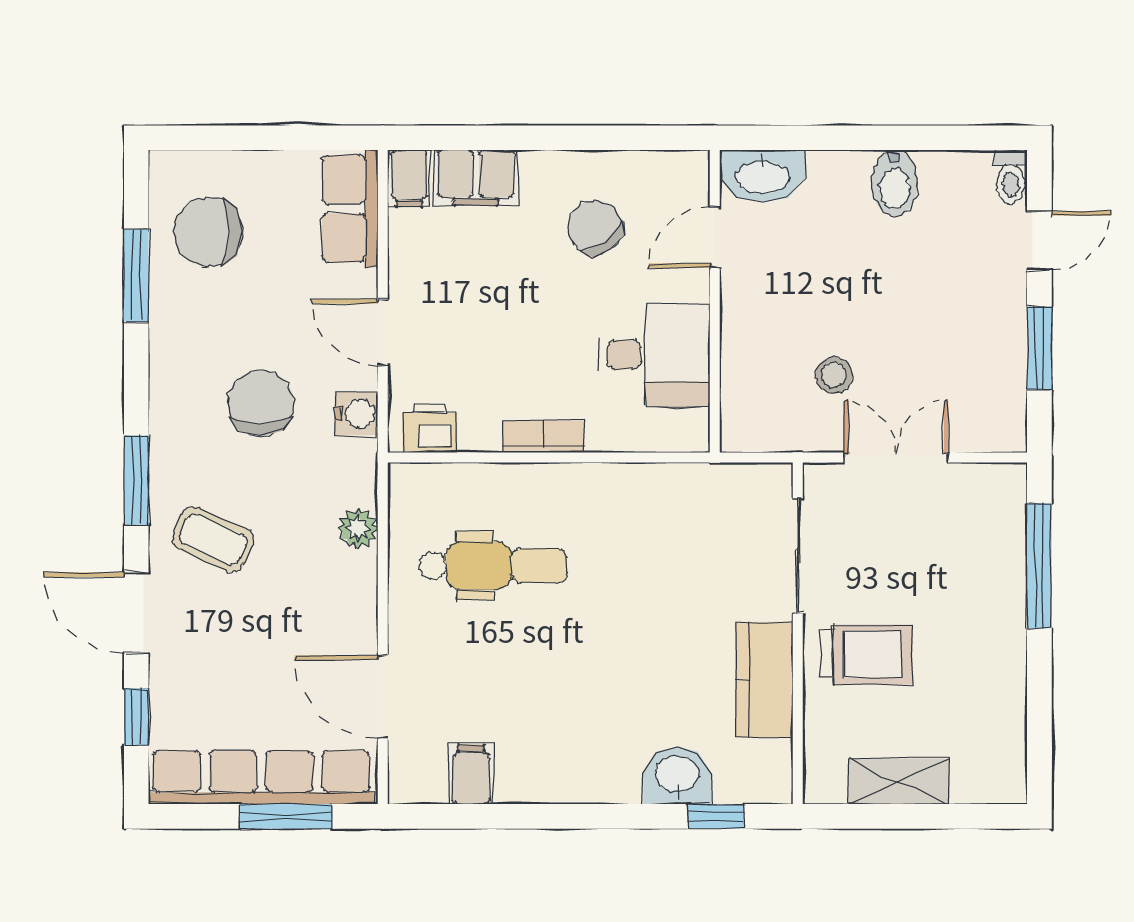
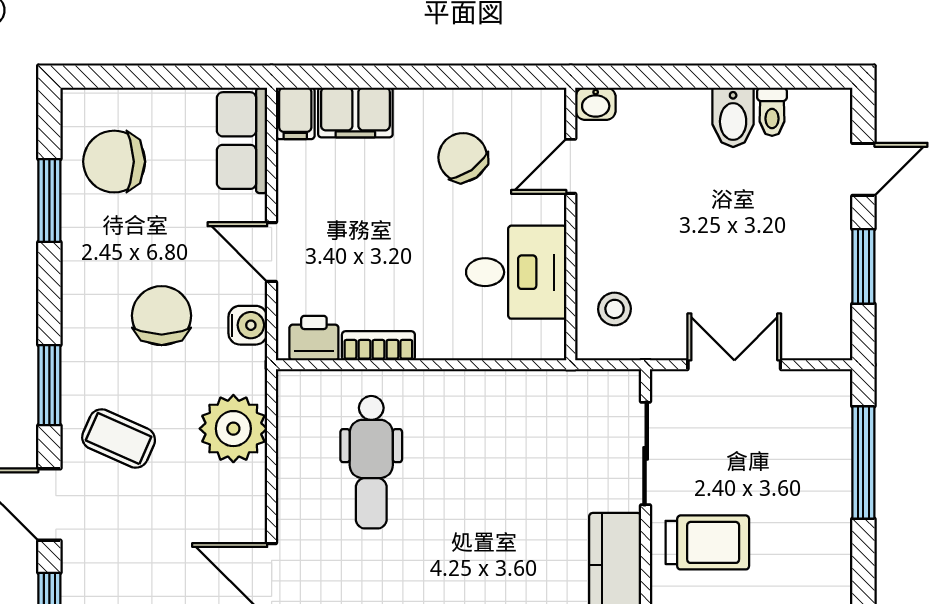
washbasin: (763, 176) -> (596, 104), width x0.52, depth x0.69
toilet: (1011, 177) -> (772, 112), moved
stool: (834, 375) -> (615, 309), moved
bookcase: (543, 436) -> (378, 346), moved
plant: (358, 528) -> (233, 429), width x1.87, depth x1.87
dental chair: (493, 566) -> (371, 462), turned 90

